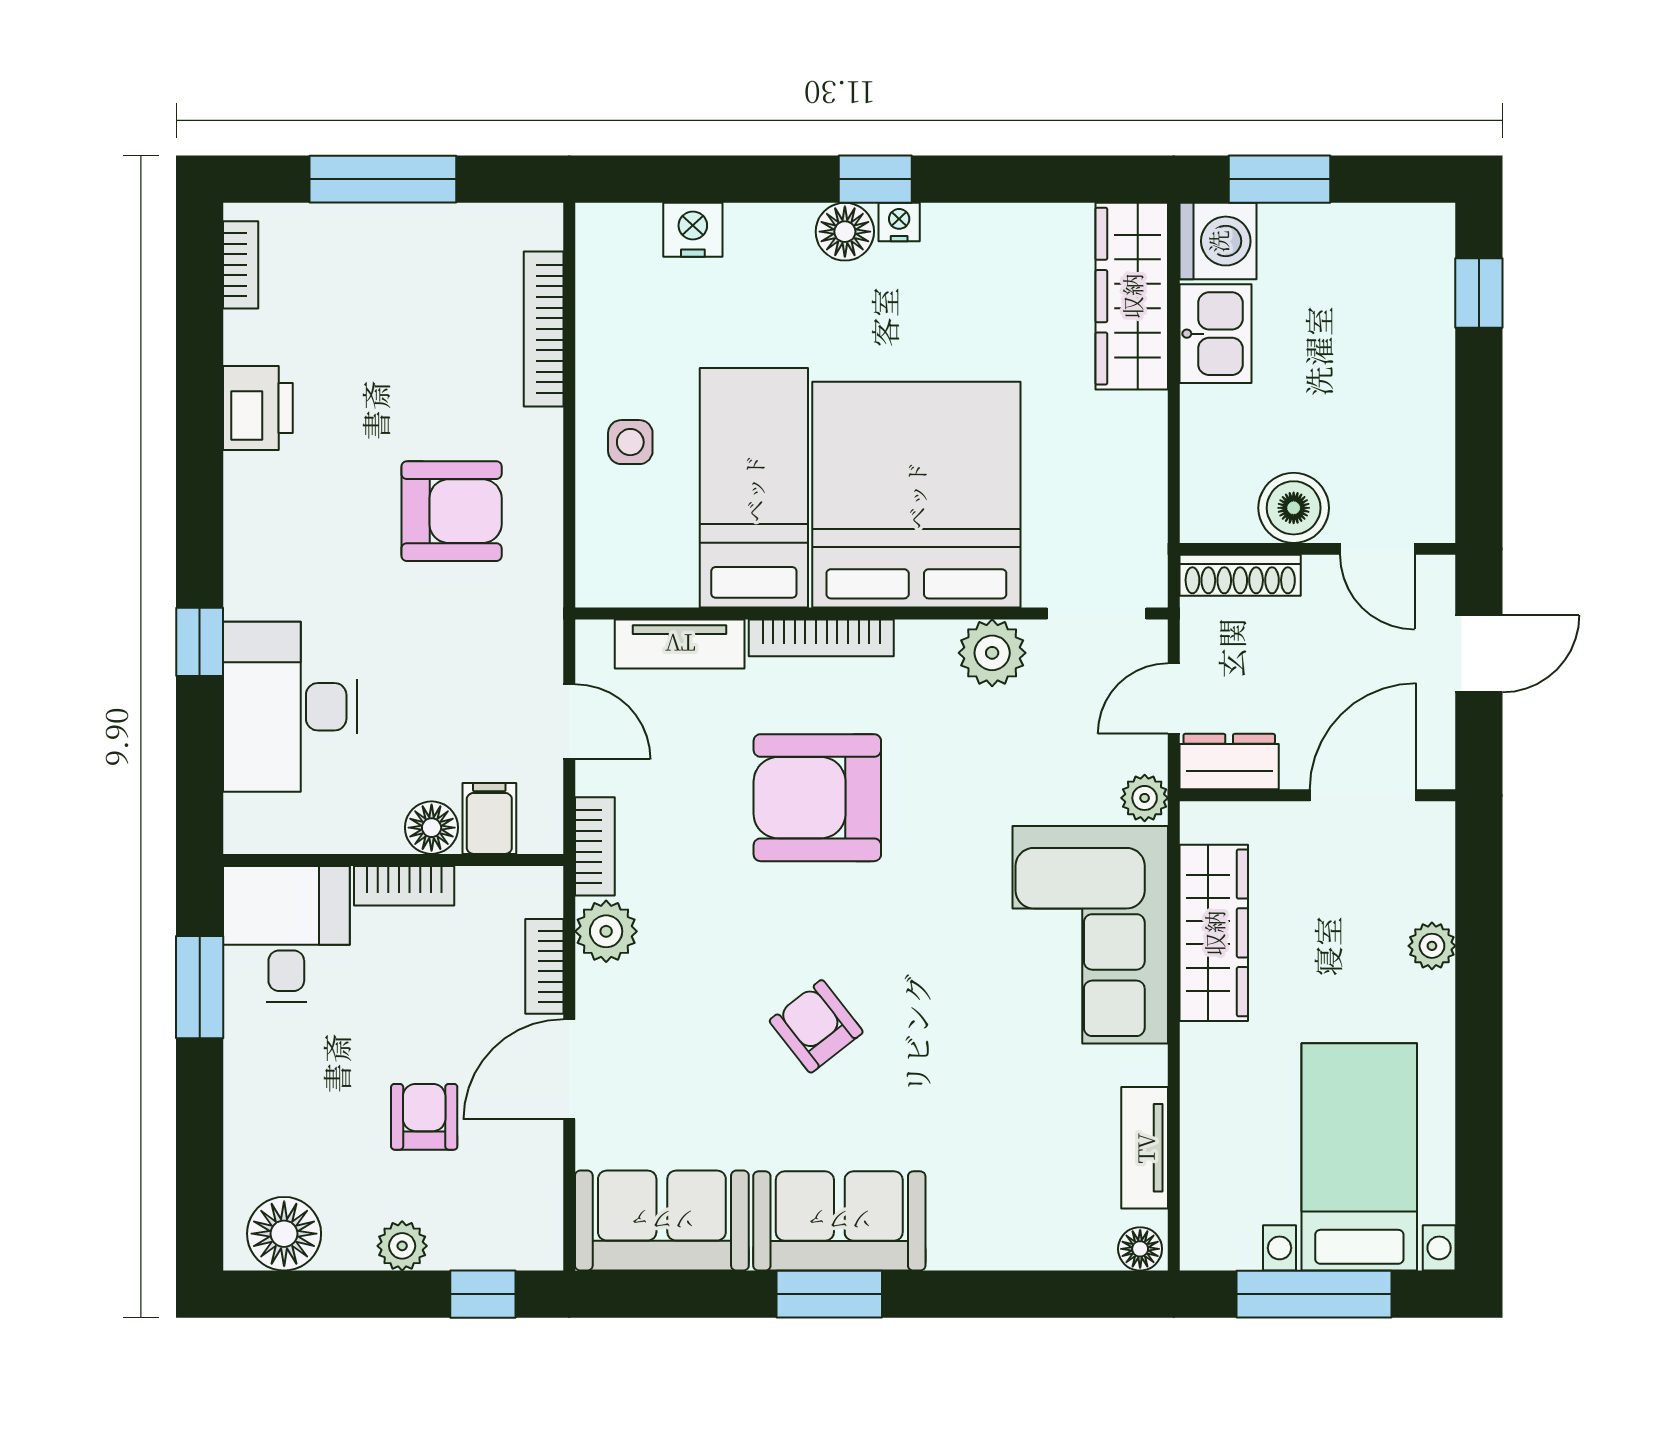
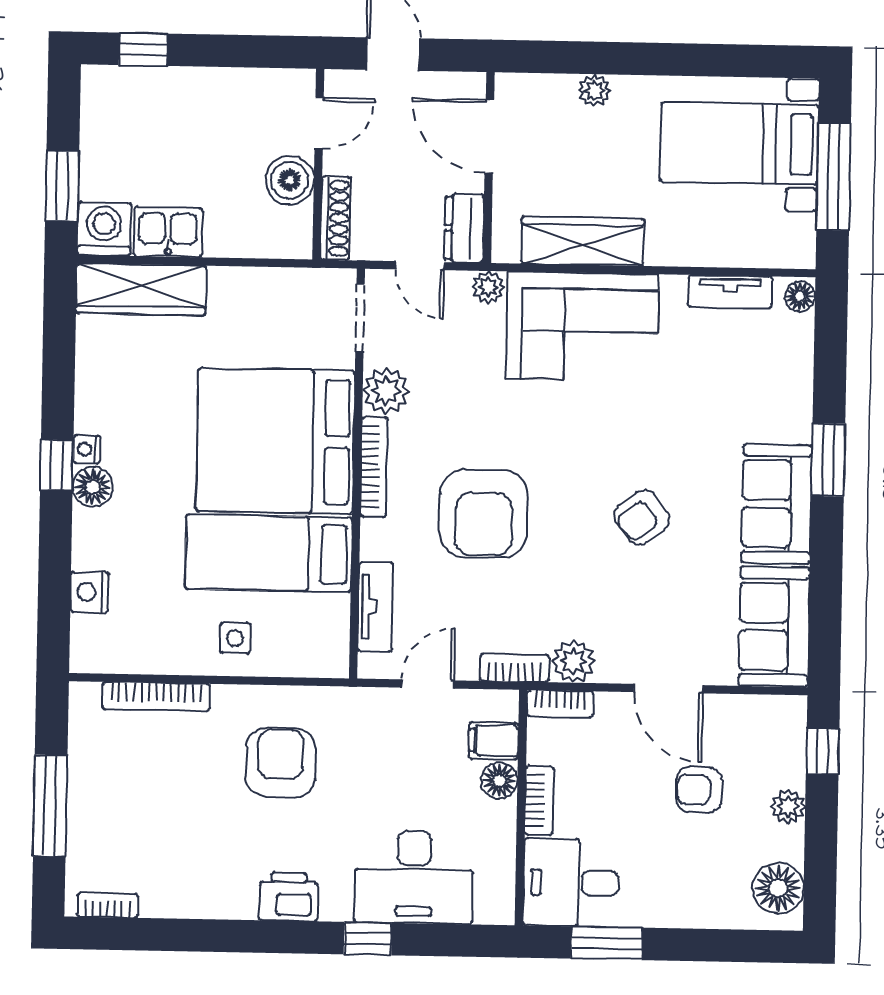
printer: (258, 408) -> (289, 897), moved
bookcase: (821, 638) -> (374, 467), moved
bookcase: (544, 966) -> (560, 704), moved
window: (829, 1294) -> (828, 460), moved

